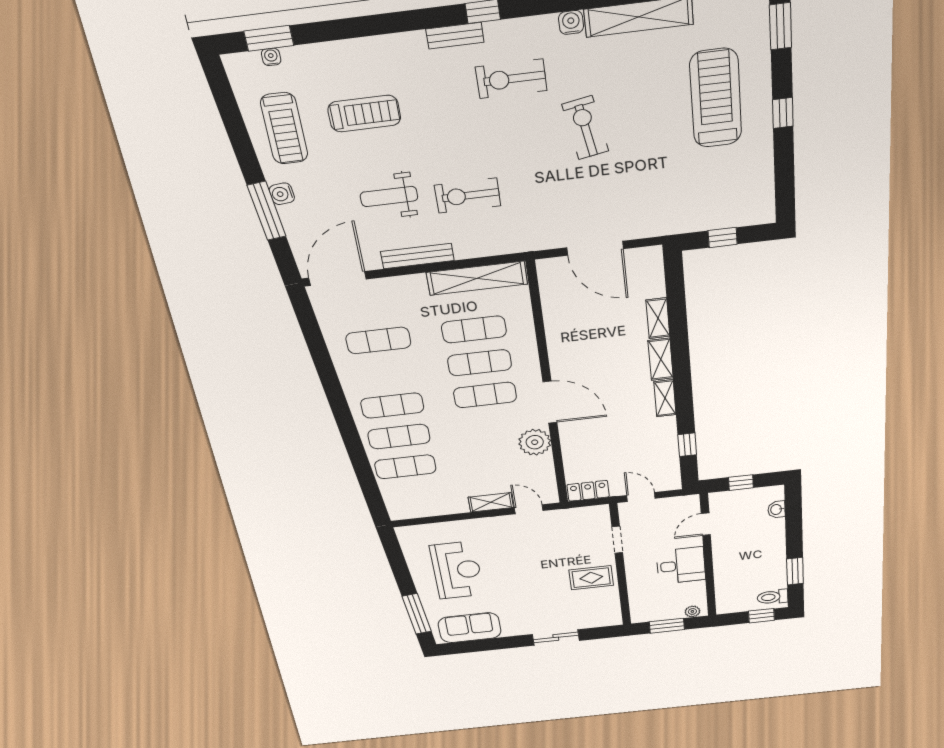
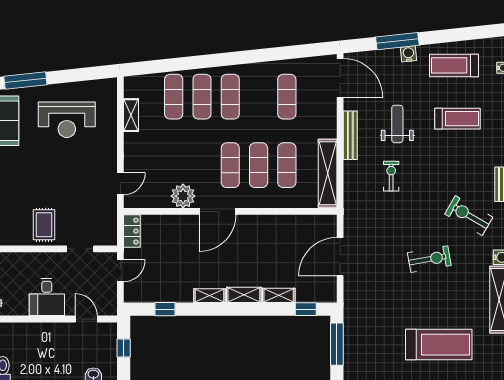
exercise bike: (511, 79) -> (469, 216), turned -60
treadmill: (364, 114) -> (457, 119), turned -90
exercise bike: (468, 196) -> (391, 176), width x0.73, depth x0.72
window: (723, 237) -> (337, 344), width x2.17
window: (675, 283) -> (306, 309), added
shelving: (491, 502) -> (131, 115), moved

